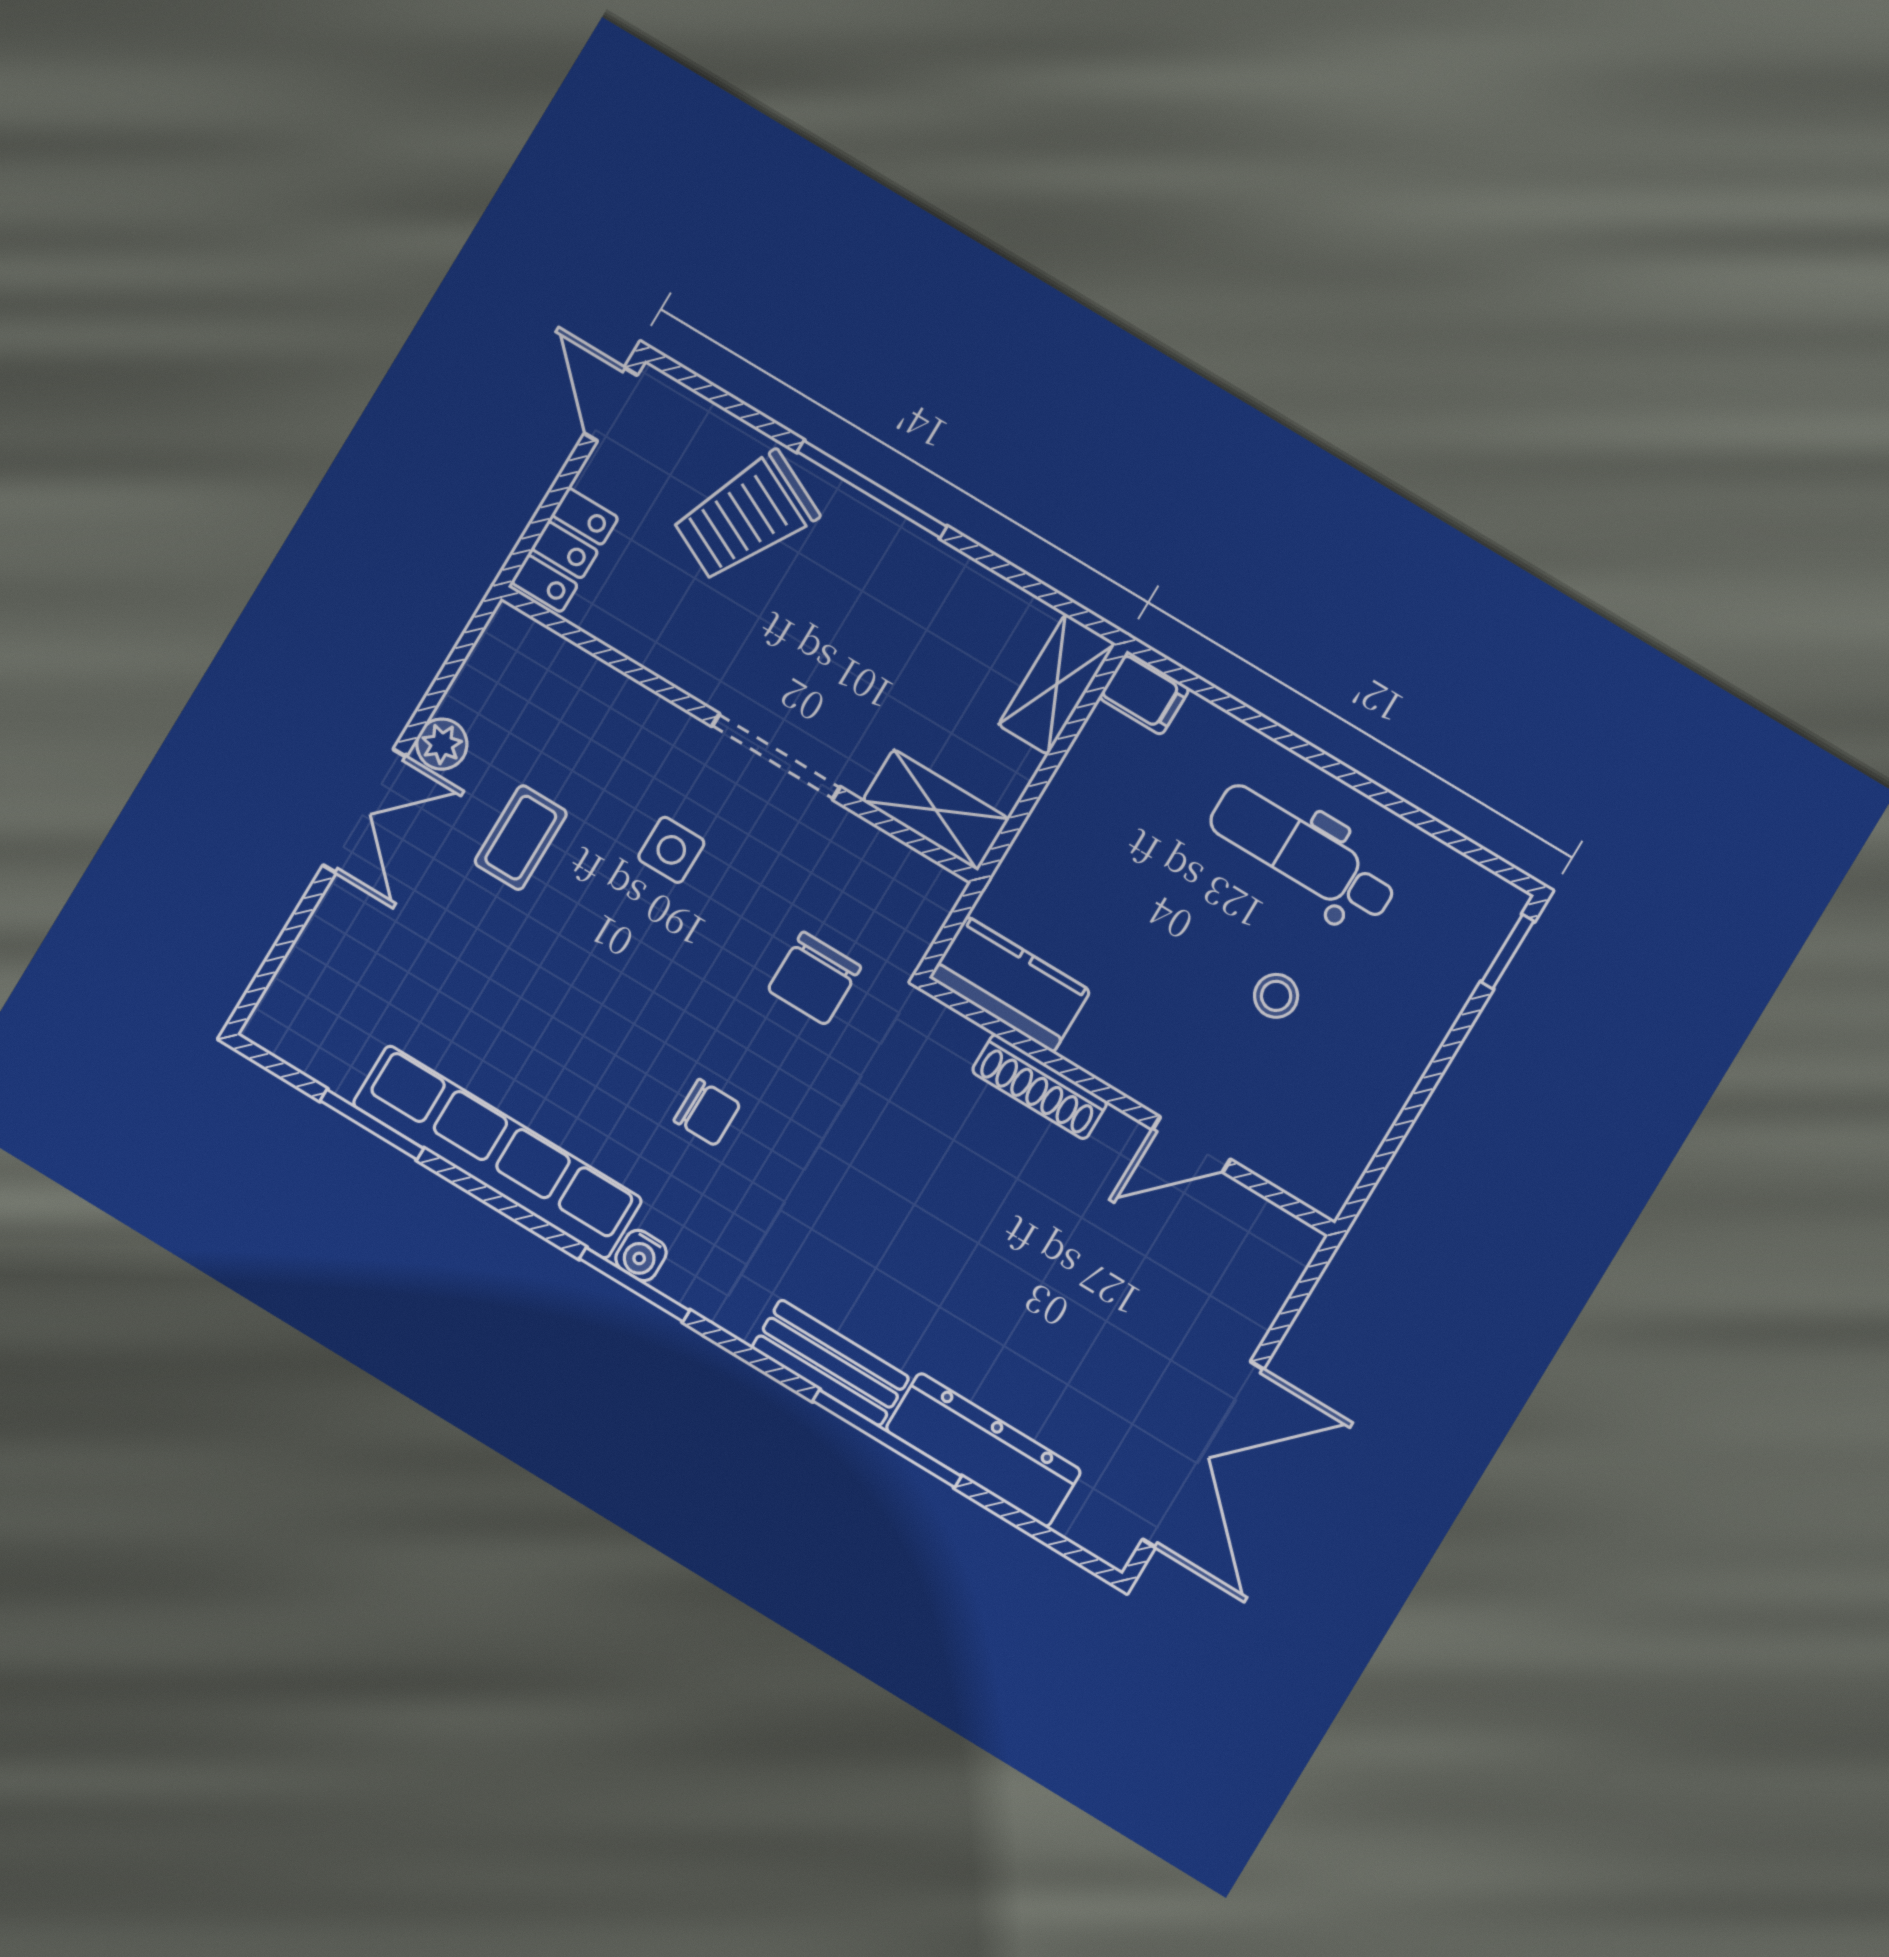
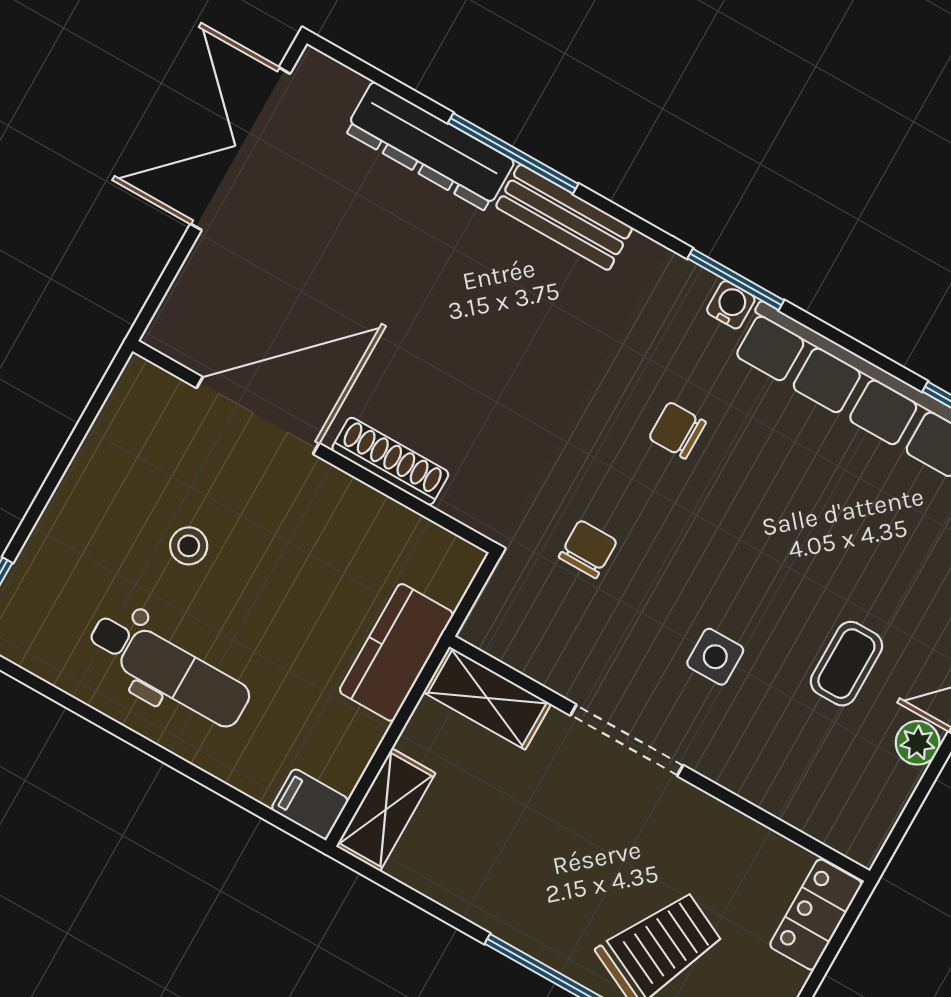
chair: (814, 978) -> (588, 549), width x0.73, depth x0.73
kitchen counter: (1010, 984) -> (396, 652), moved, turned 90
door: (1191, 1144) -> (258, 415), width x1.88

